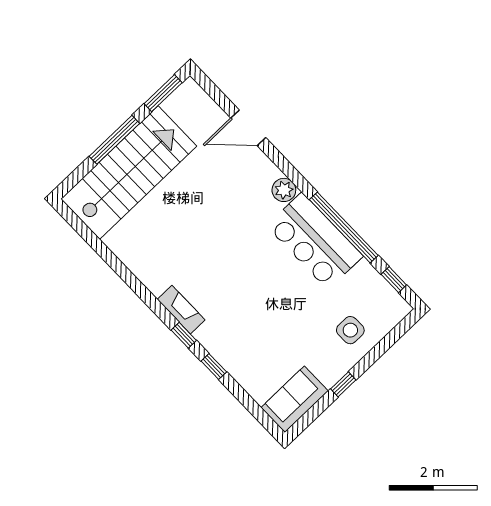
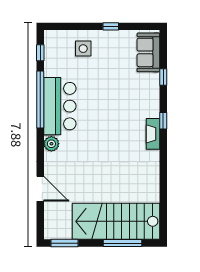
window: (114, 140) -> (123, 243), moved
window: (214, 366) -> (163, 77), moved
sofa: (295, 399) -> (148, 52), moved, turned 90

